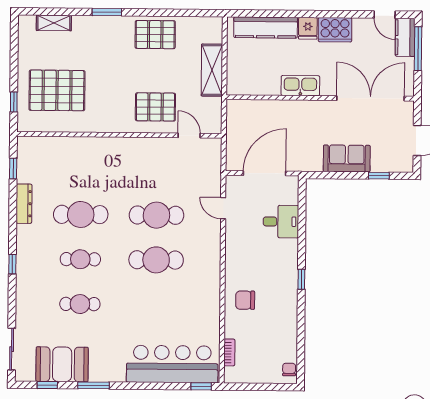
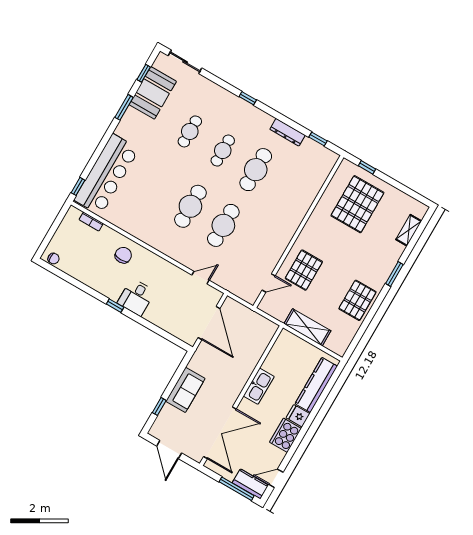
desk: (281, 222) -> (136, 297), moved

